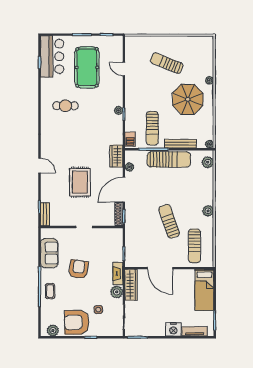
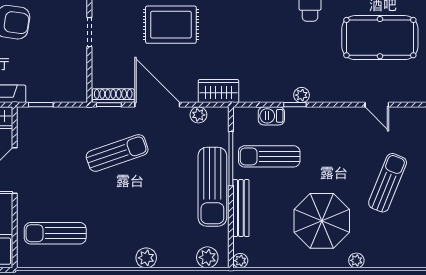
door: (124, 69) -> (377, 105), swing flipped
barbecue: (130, 139) -> (271, 116), moved
plant: (208, 211) -> (146, 258), moved
sun lounger: (169, 221) -> (117, 153), moved

